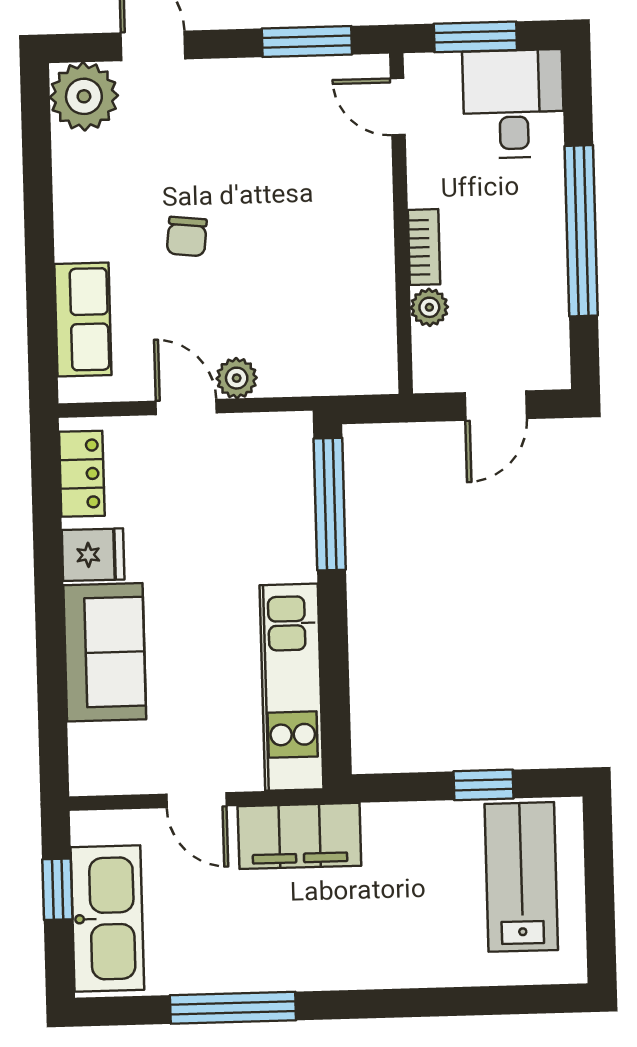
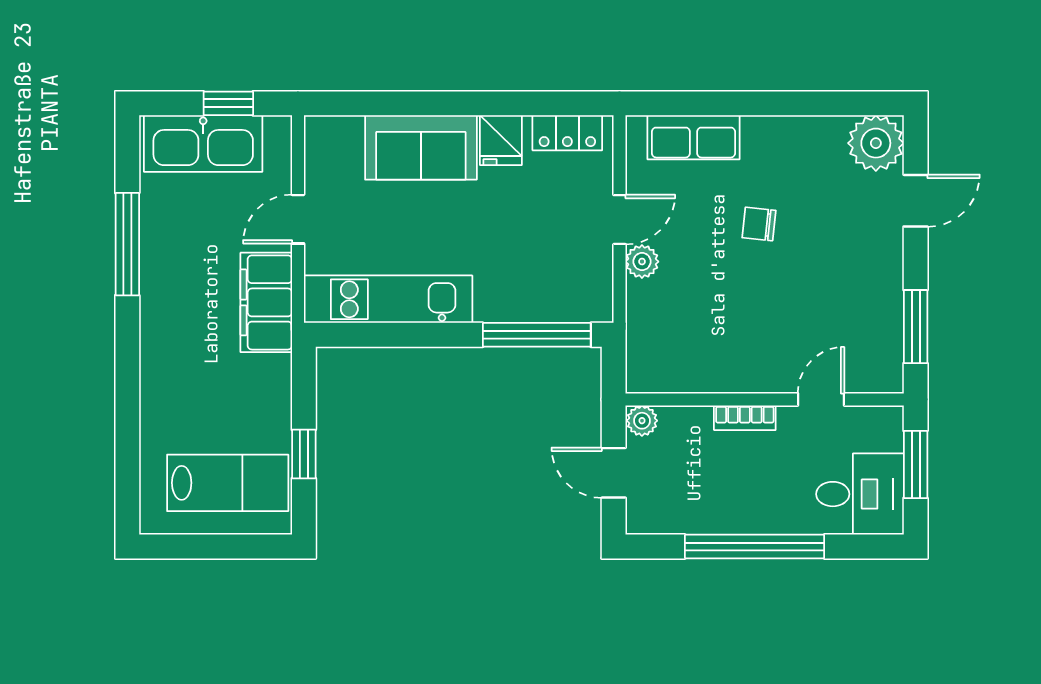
door: (398, 107) -> (821, 399), moved
plant: (429, 307) -> (642, 421), moved

